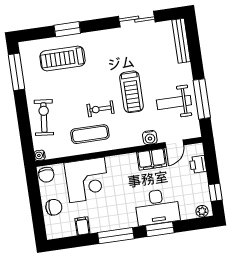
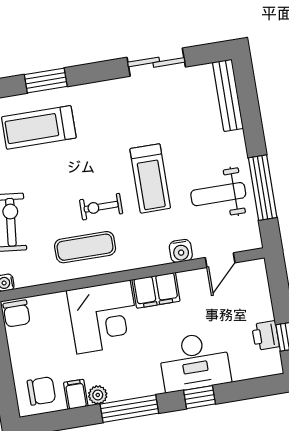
filing cabinet: (152, 159) -> (156, 290), moved
printer: (198, 164) -> (265, 336), moved
corner desk: (87, 180) -> (103, 317), moved
chair: (54, 207) -> (41, 391), moved
plant: (202, 211) -> (98, 395), moved
window: (160, 229) -> (200, 397), width x0.67

